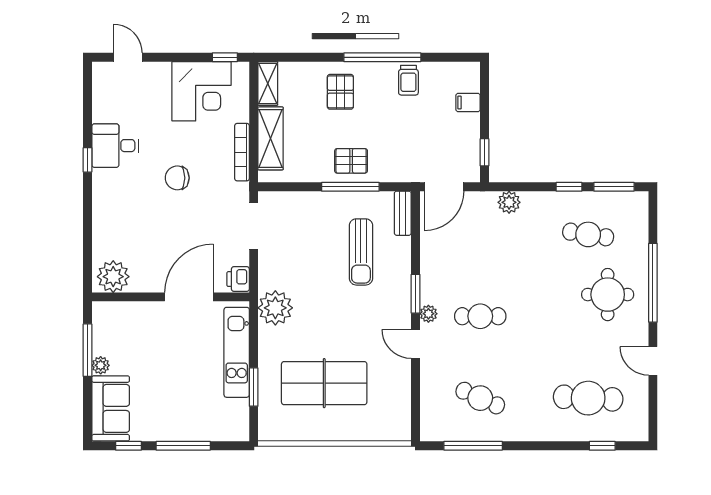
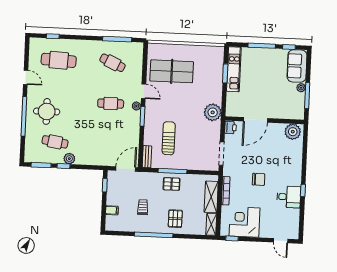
trolley: (408, 80) -> (143, 207), moved
plant: (509, 202) -> (69, 159), moved
kitchen unit: (237, 352) -> (234, 69), moved
table tennis table: (324, 383) -> (172, 71), moved

